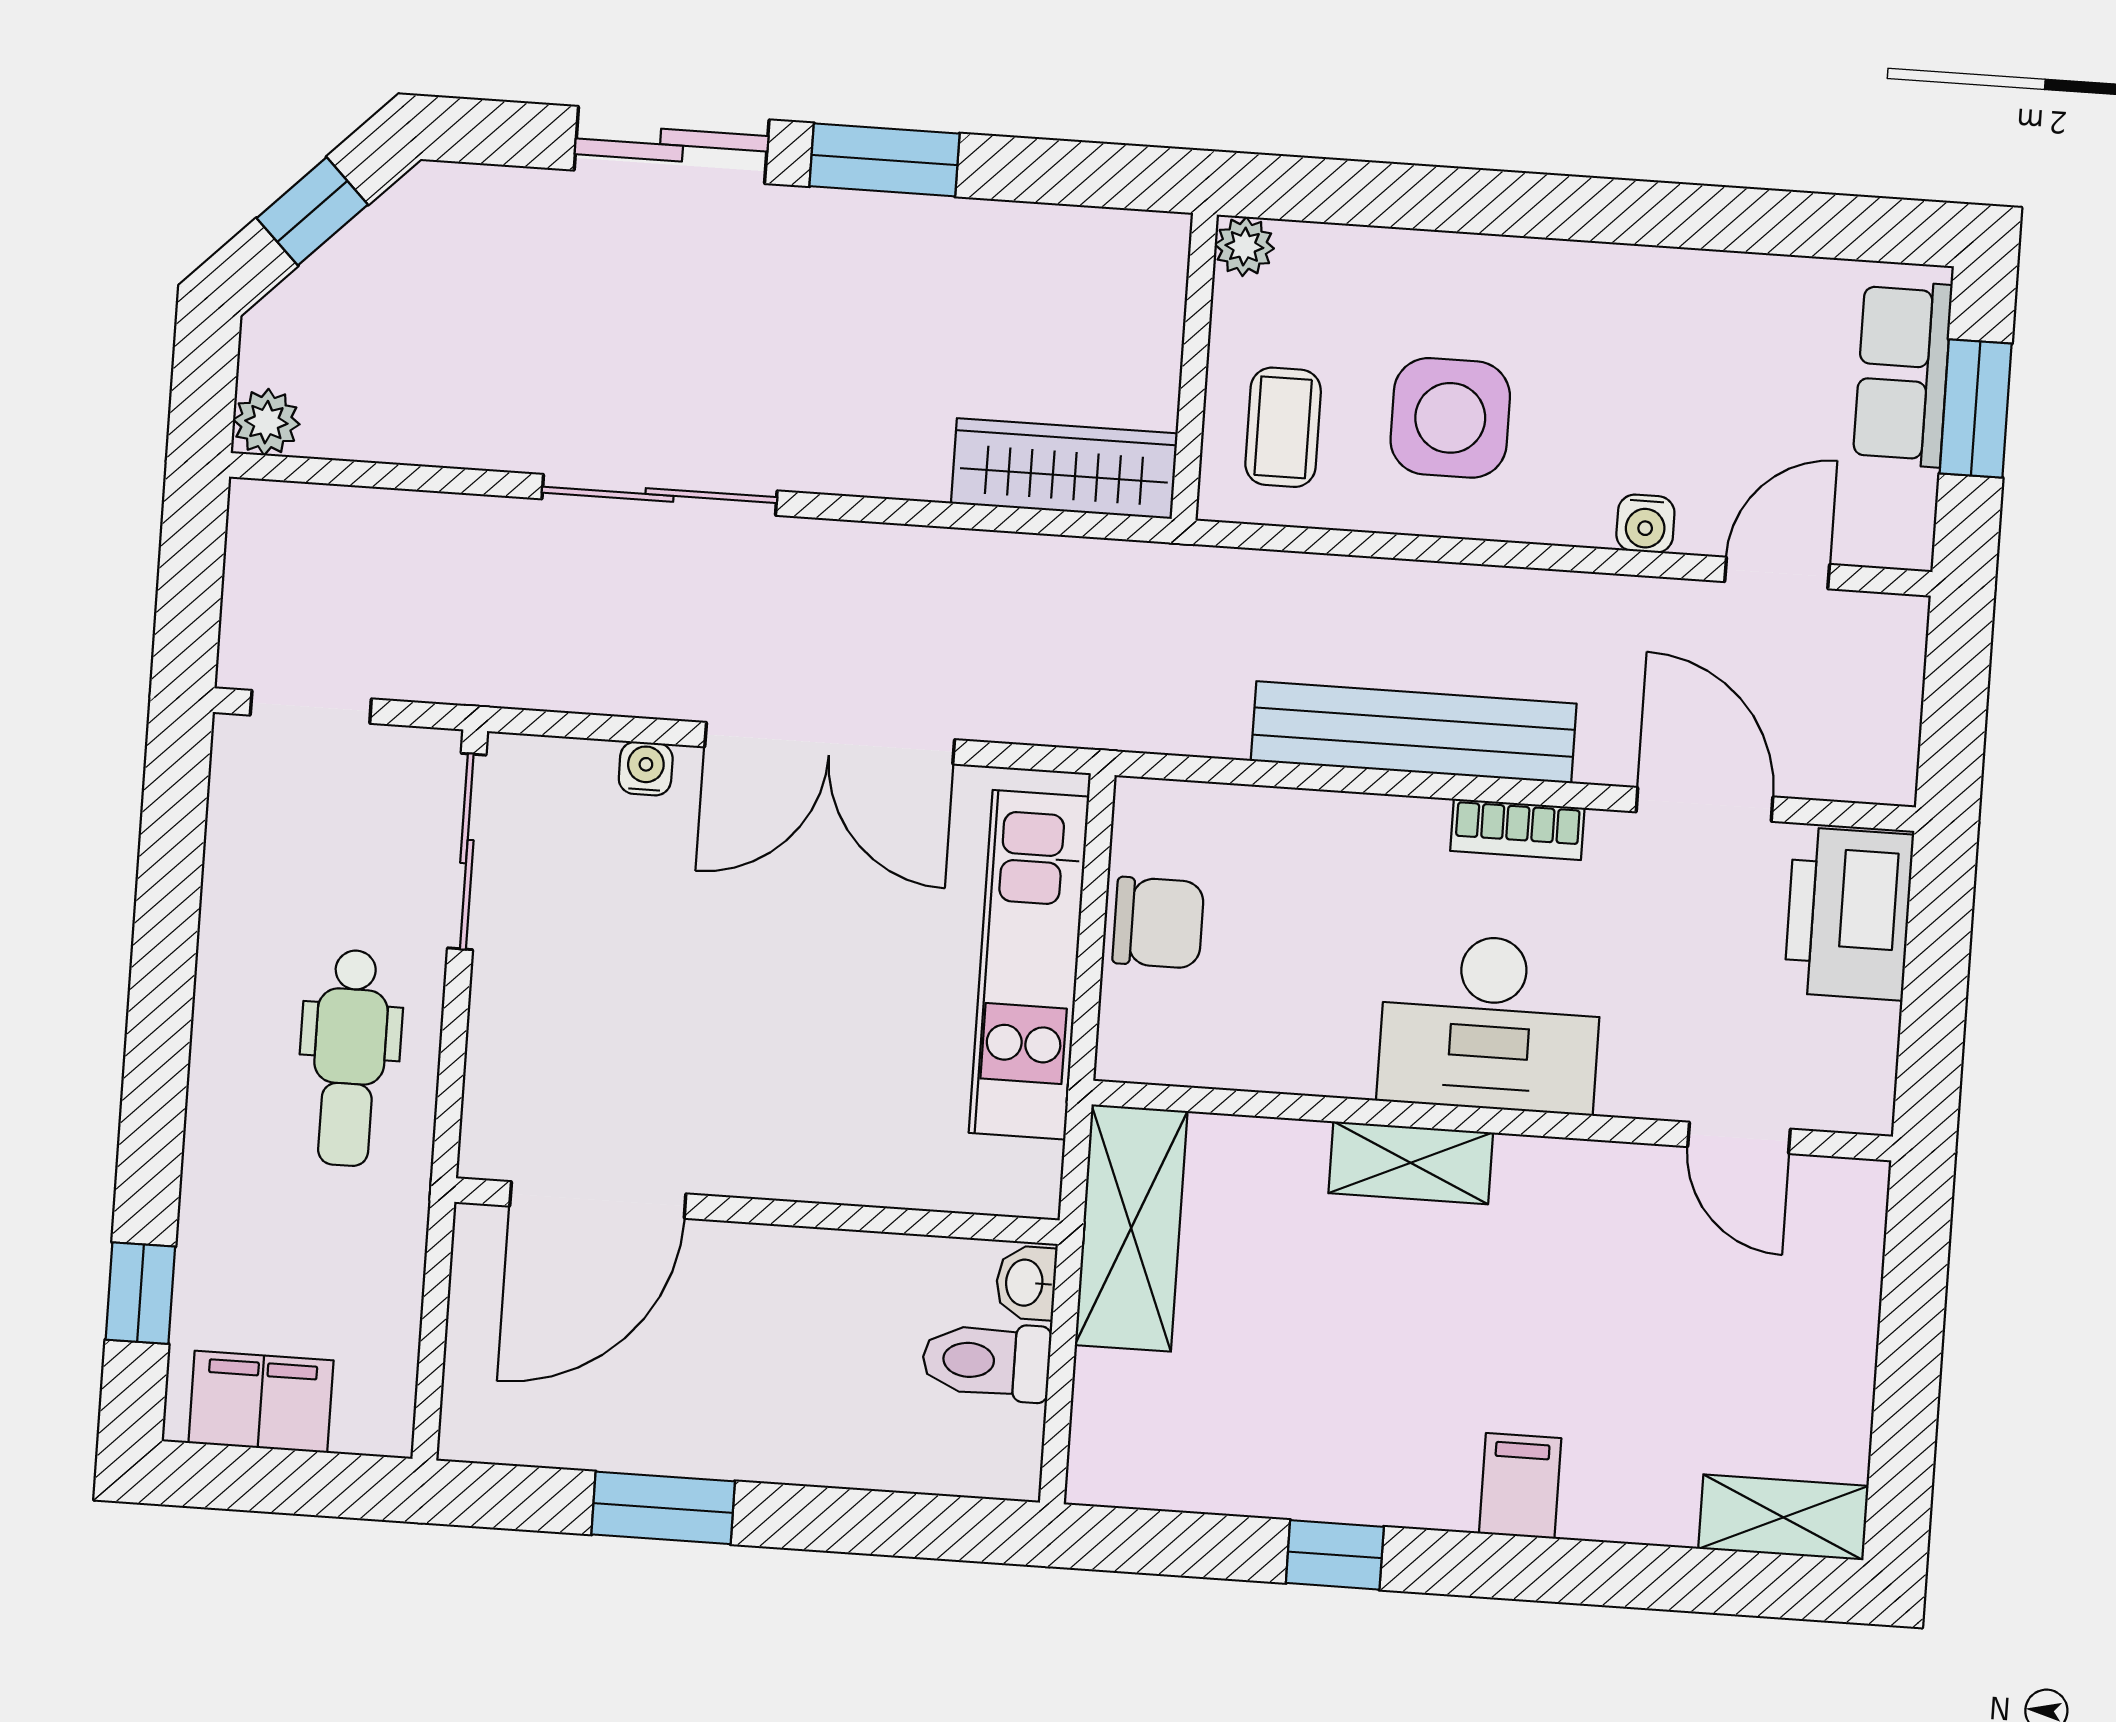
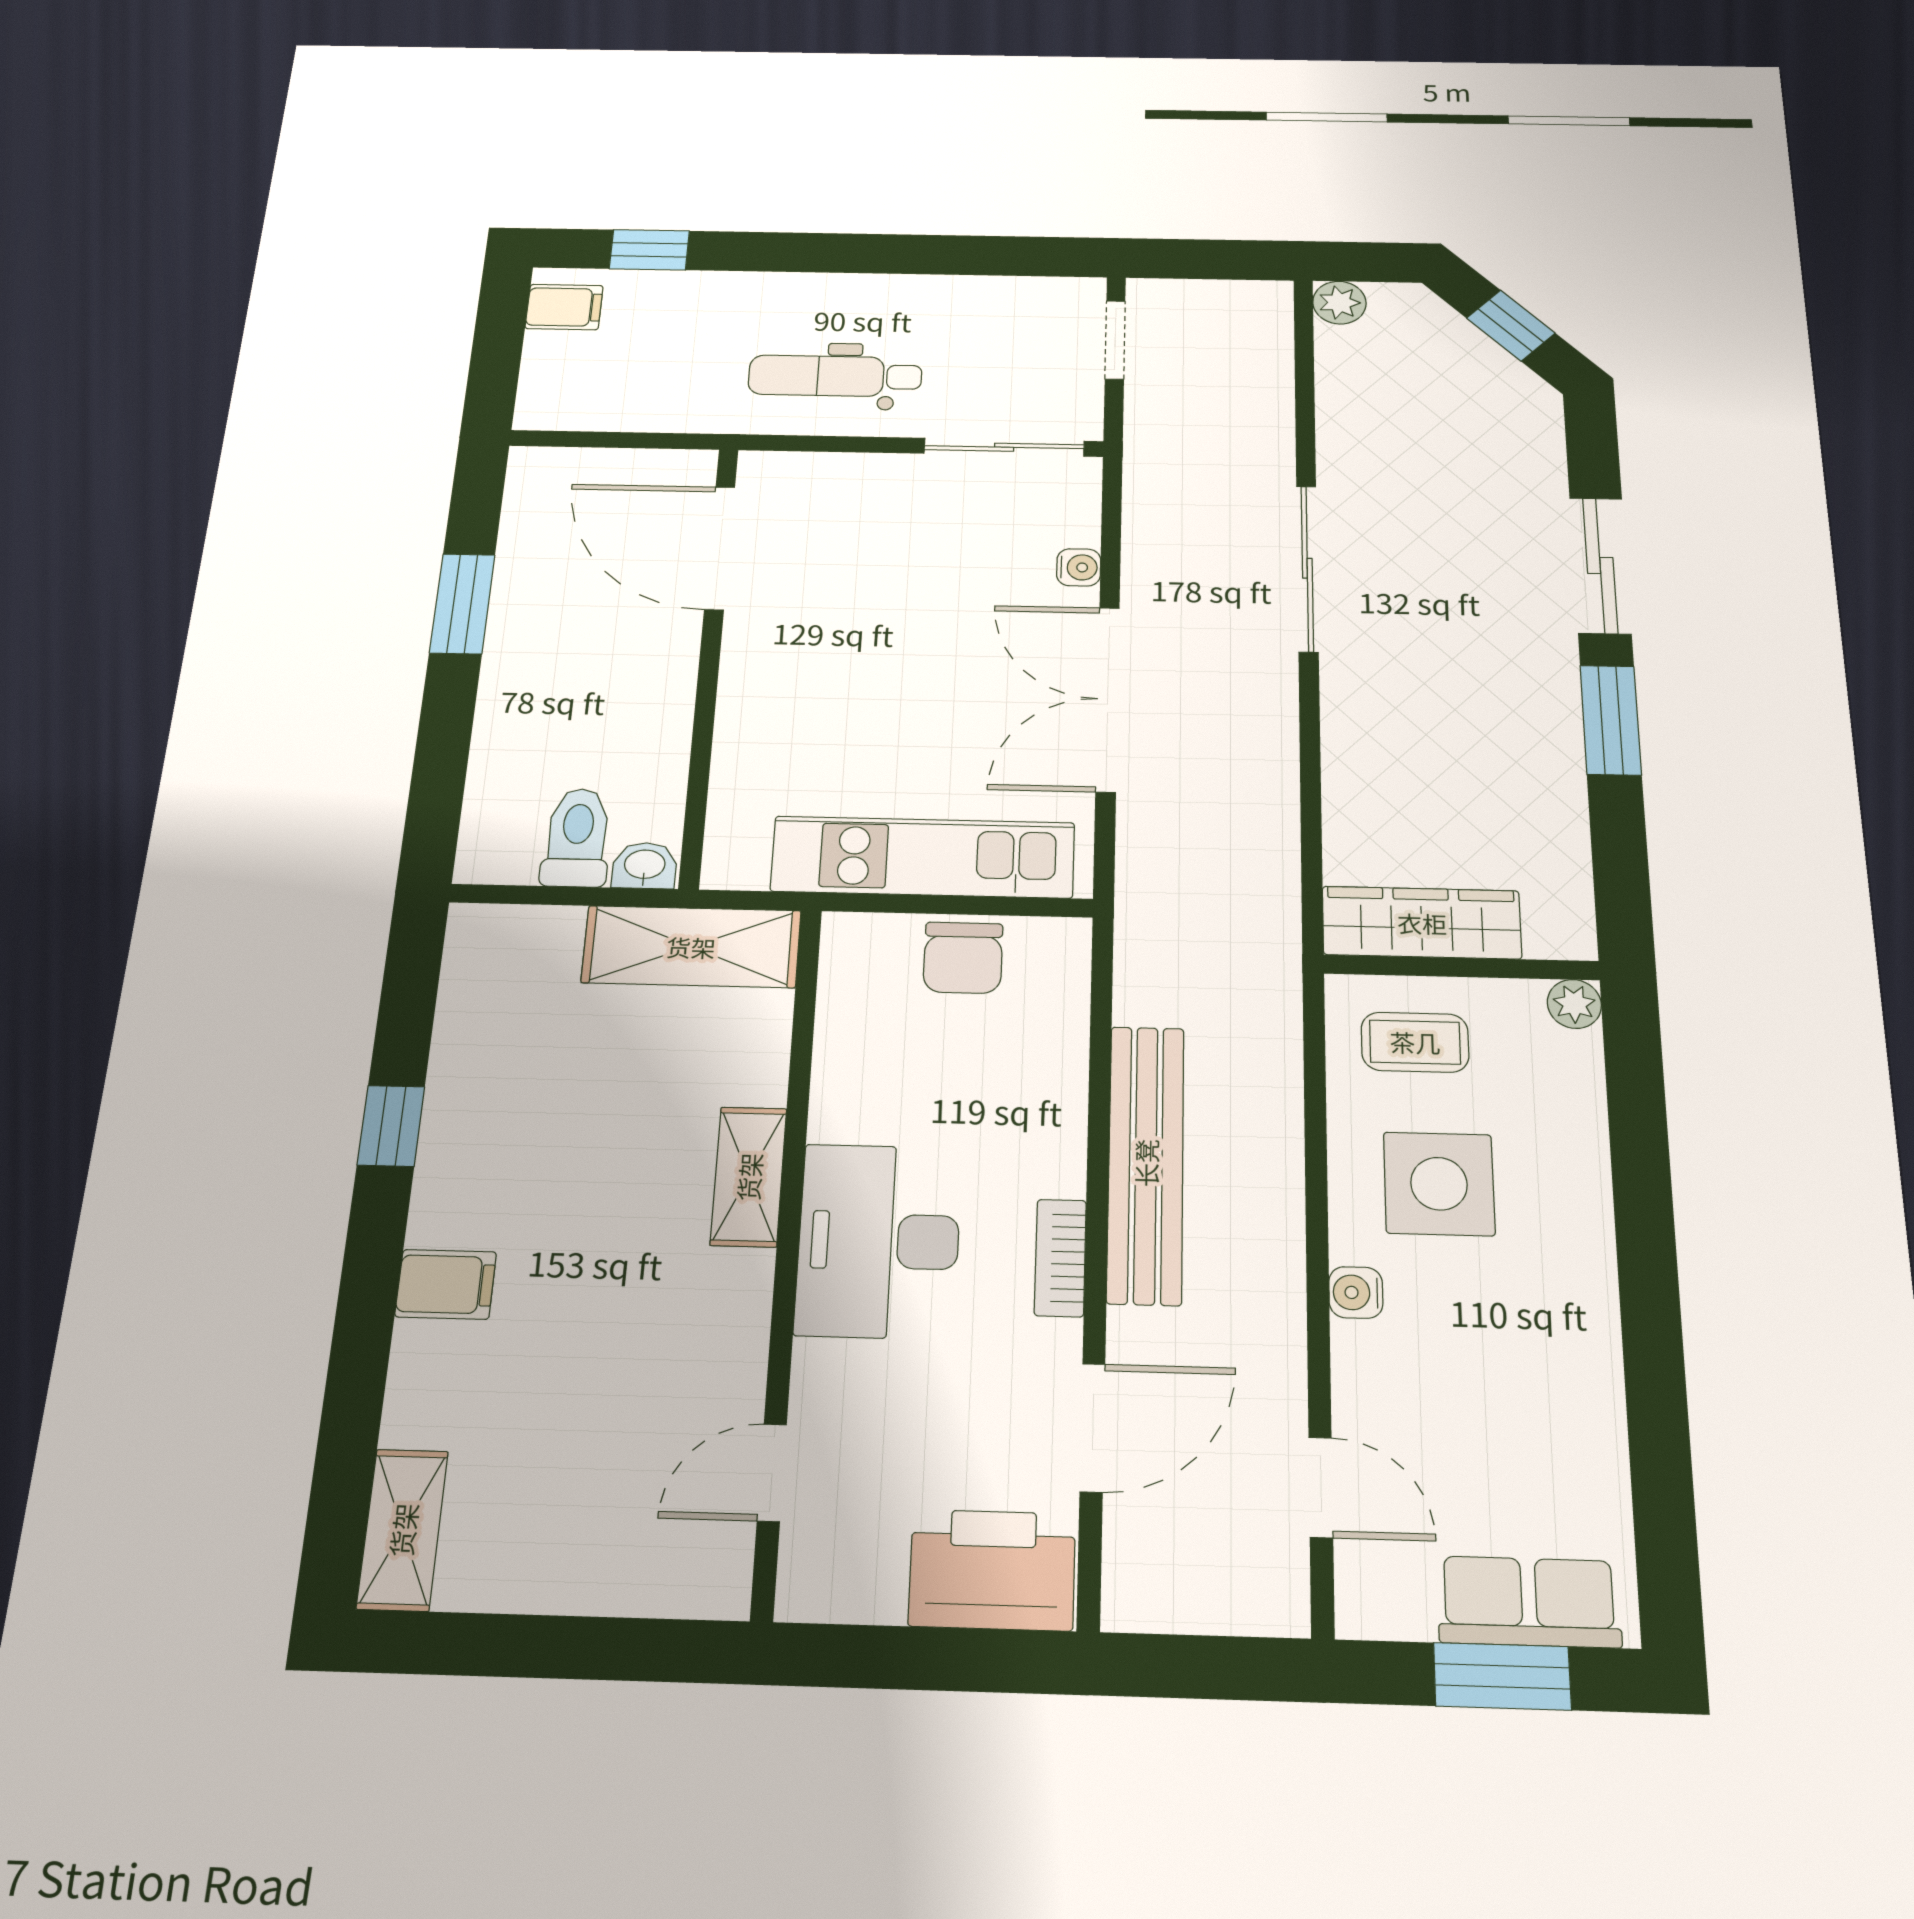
wardrobe: (1064, 468) -> (1422, 923), moved, turned -90
water cooler: (1645, 524) -> (1356, 1293), moved
filing cabinet: (261, 1402) -> (564, 307), width x0.50

